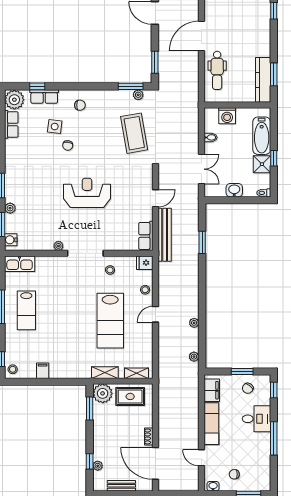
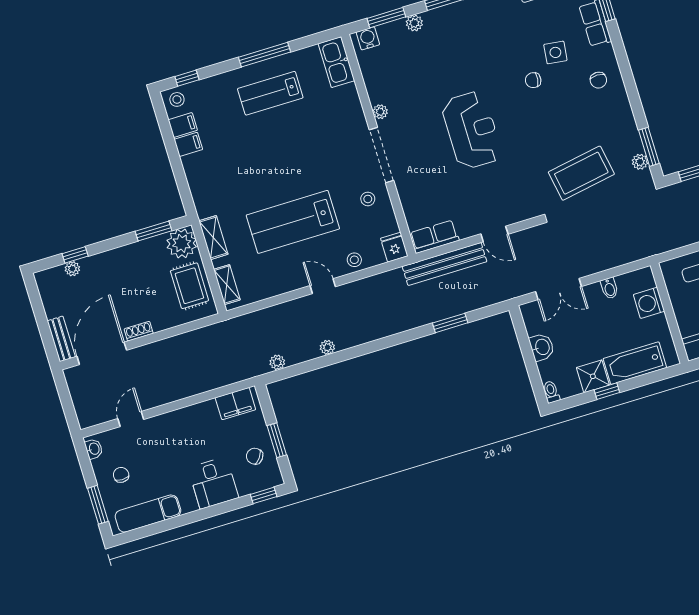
filing cabinet: (30, 370) -> (183, 125), added
exam couch: (211, 424) -> (148, 514), moved, turned 180
window: (274, 438) -> (192, 517), removed
bench: (121, 486) -> (61, 339), moved

